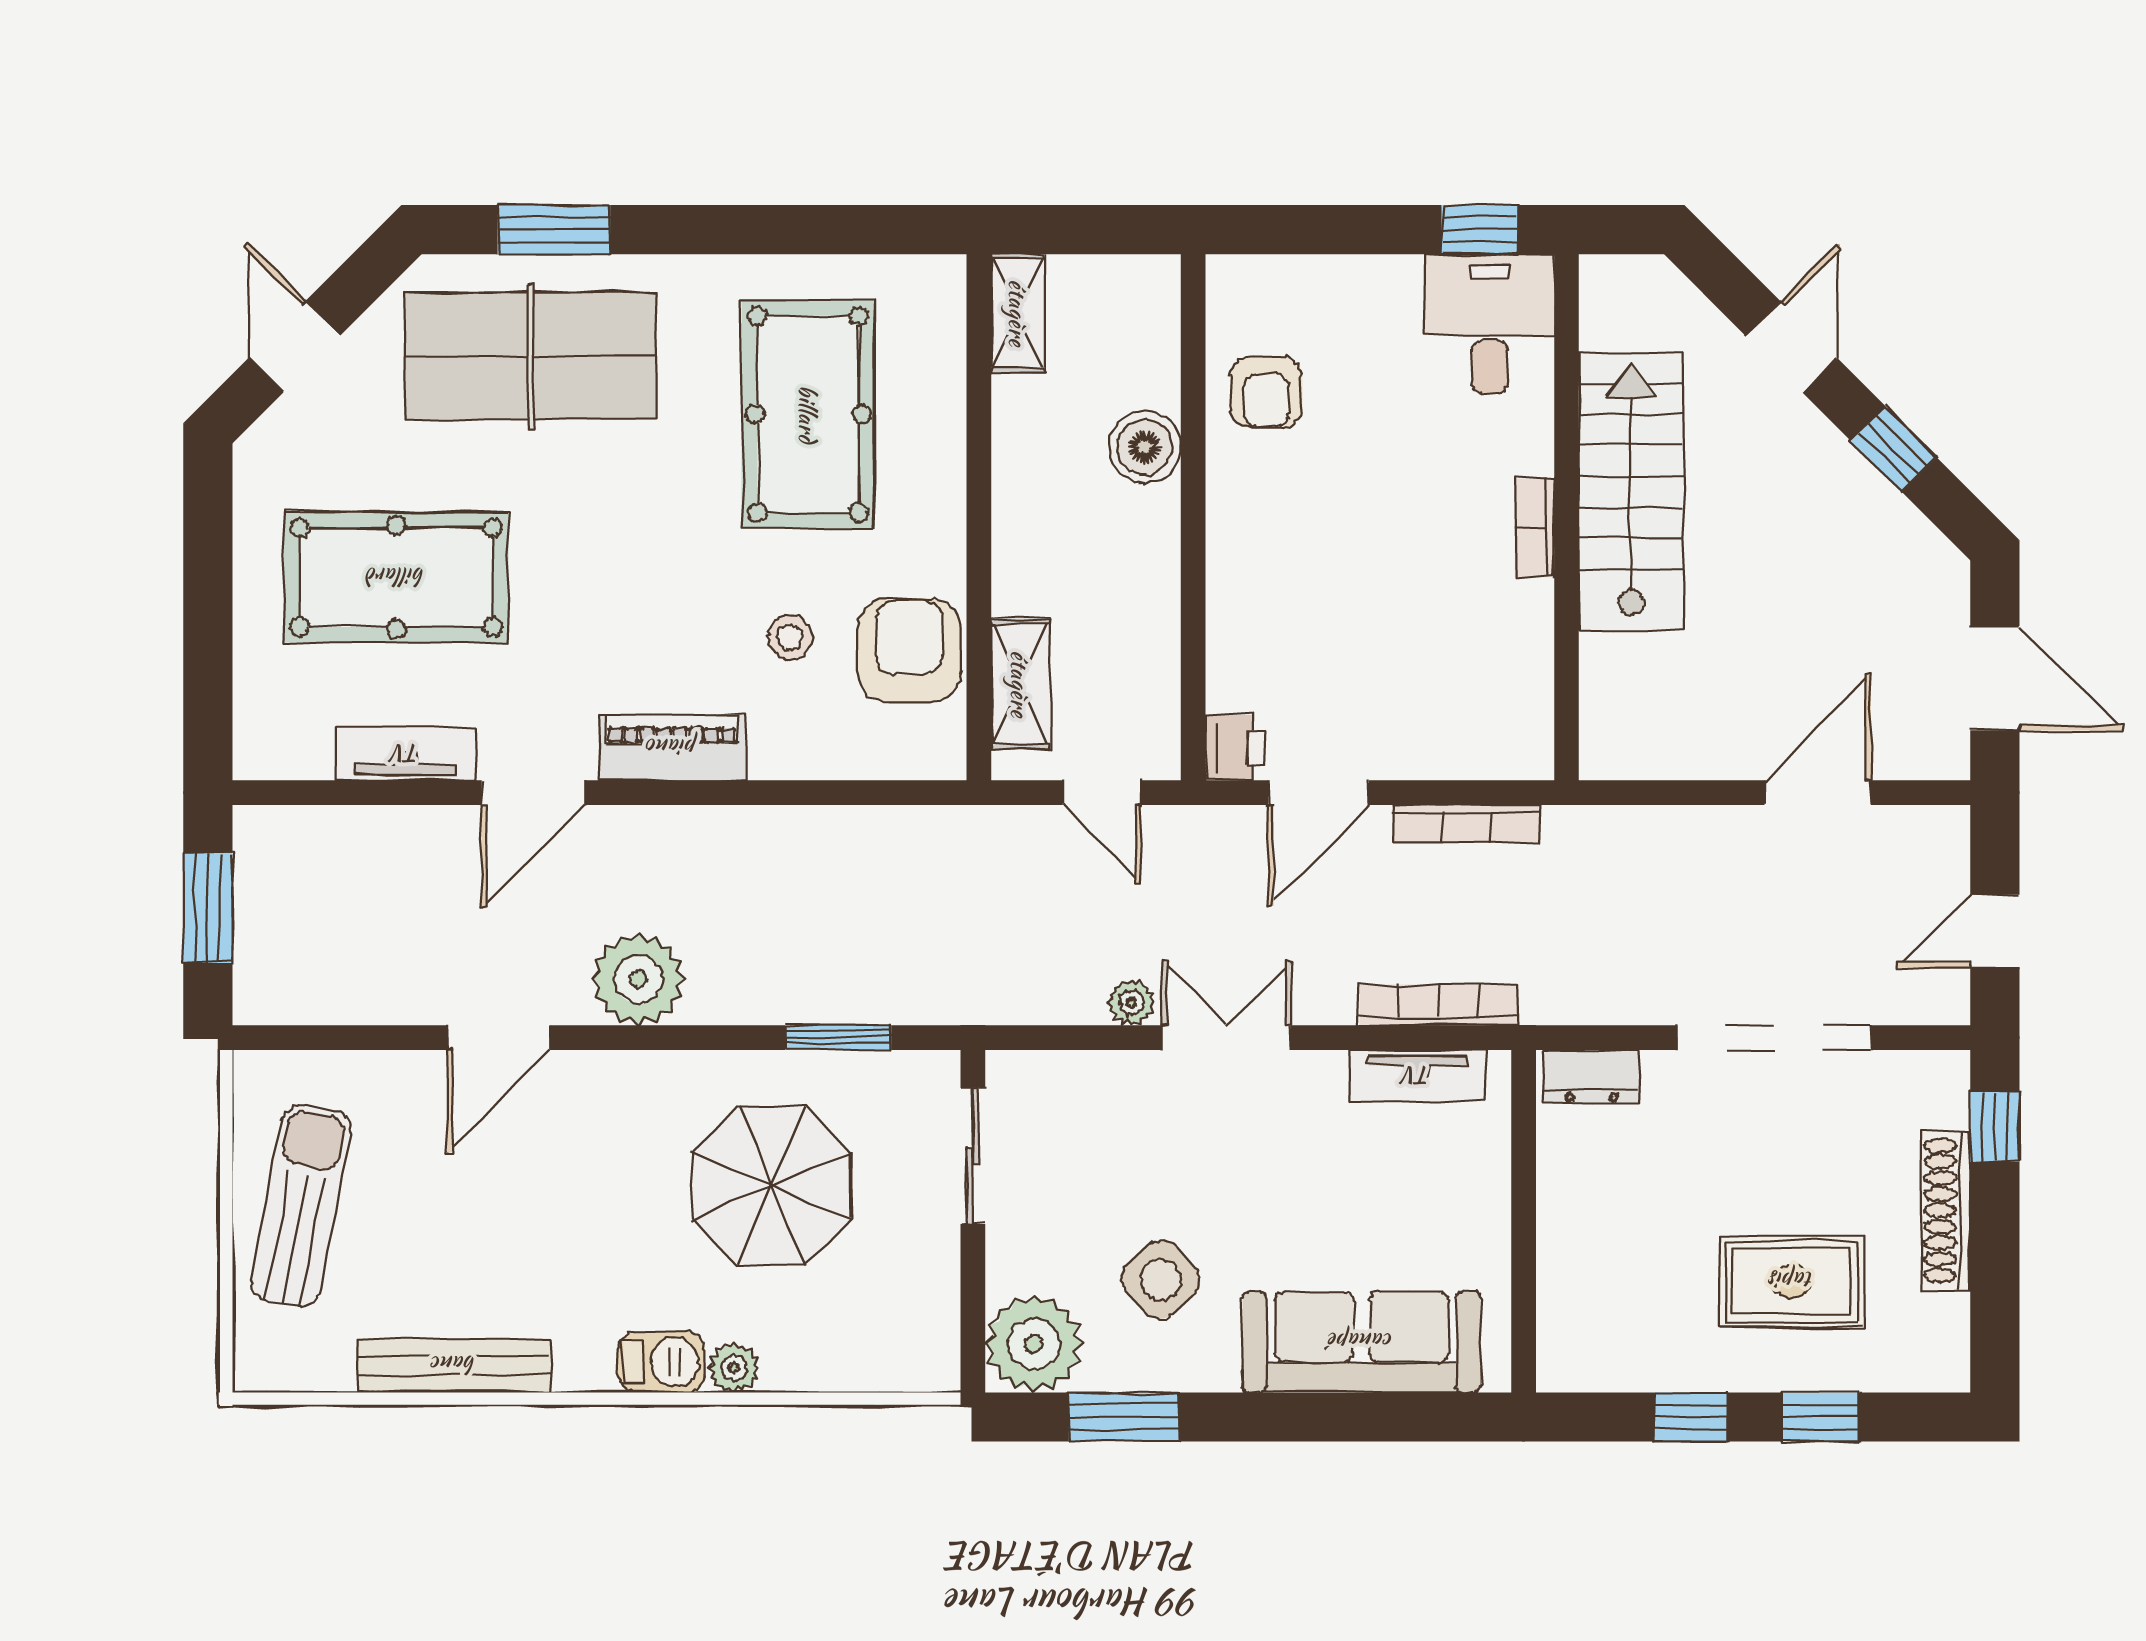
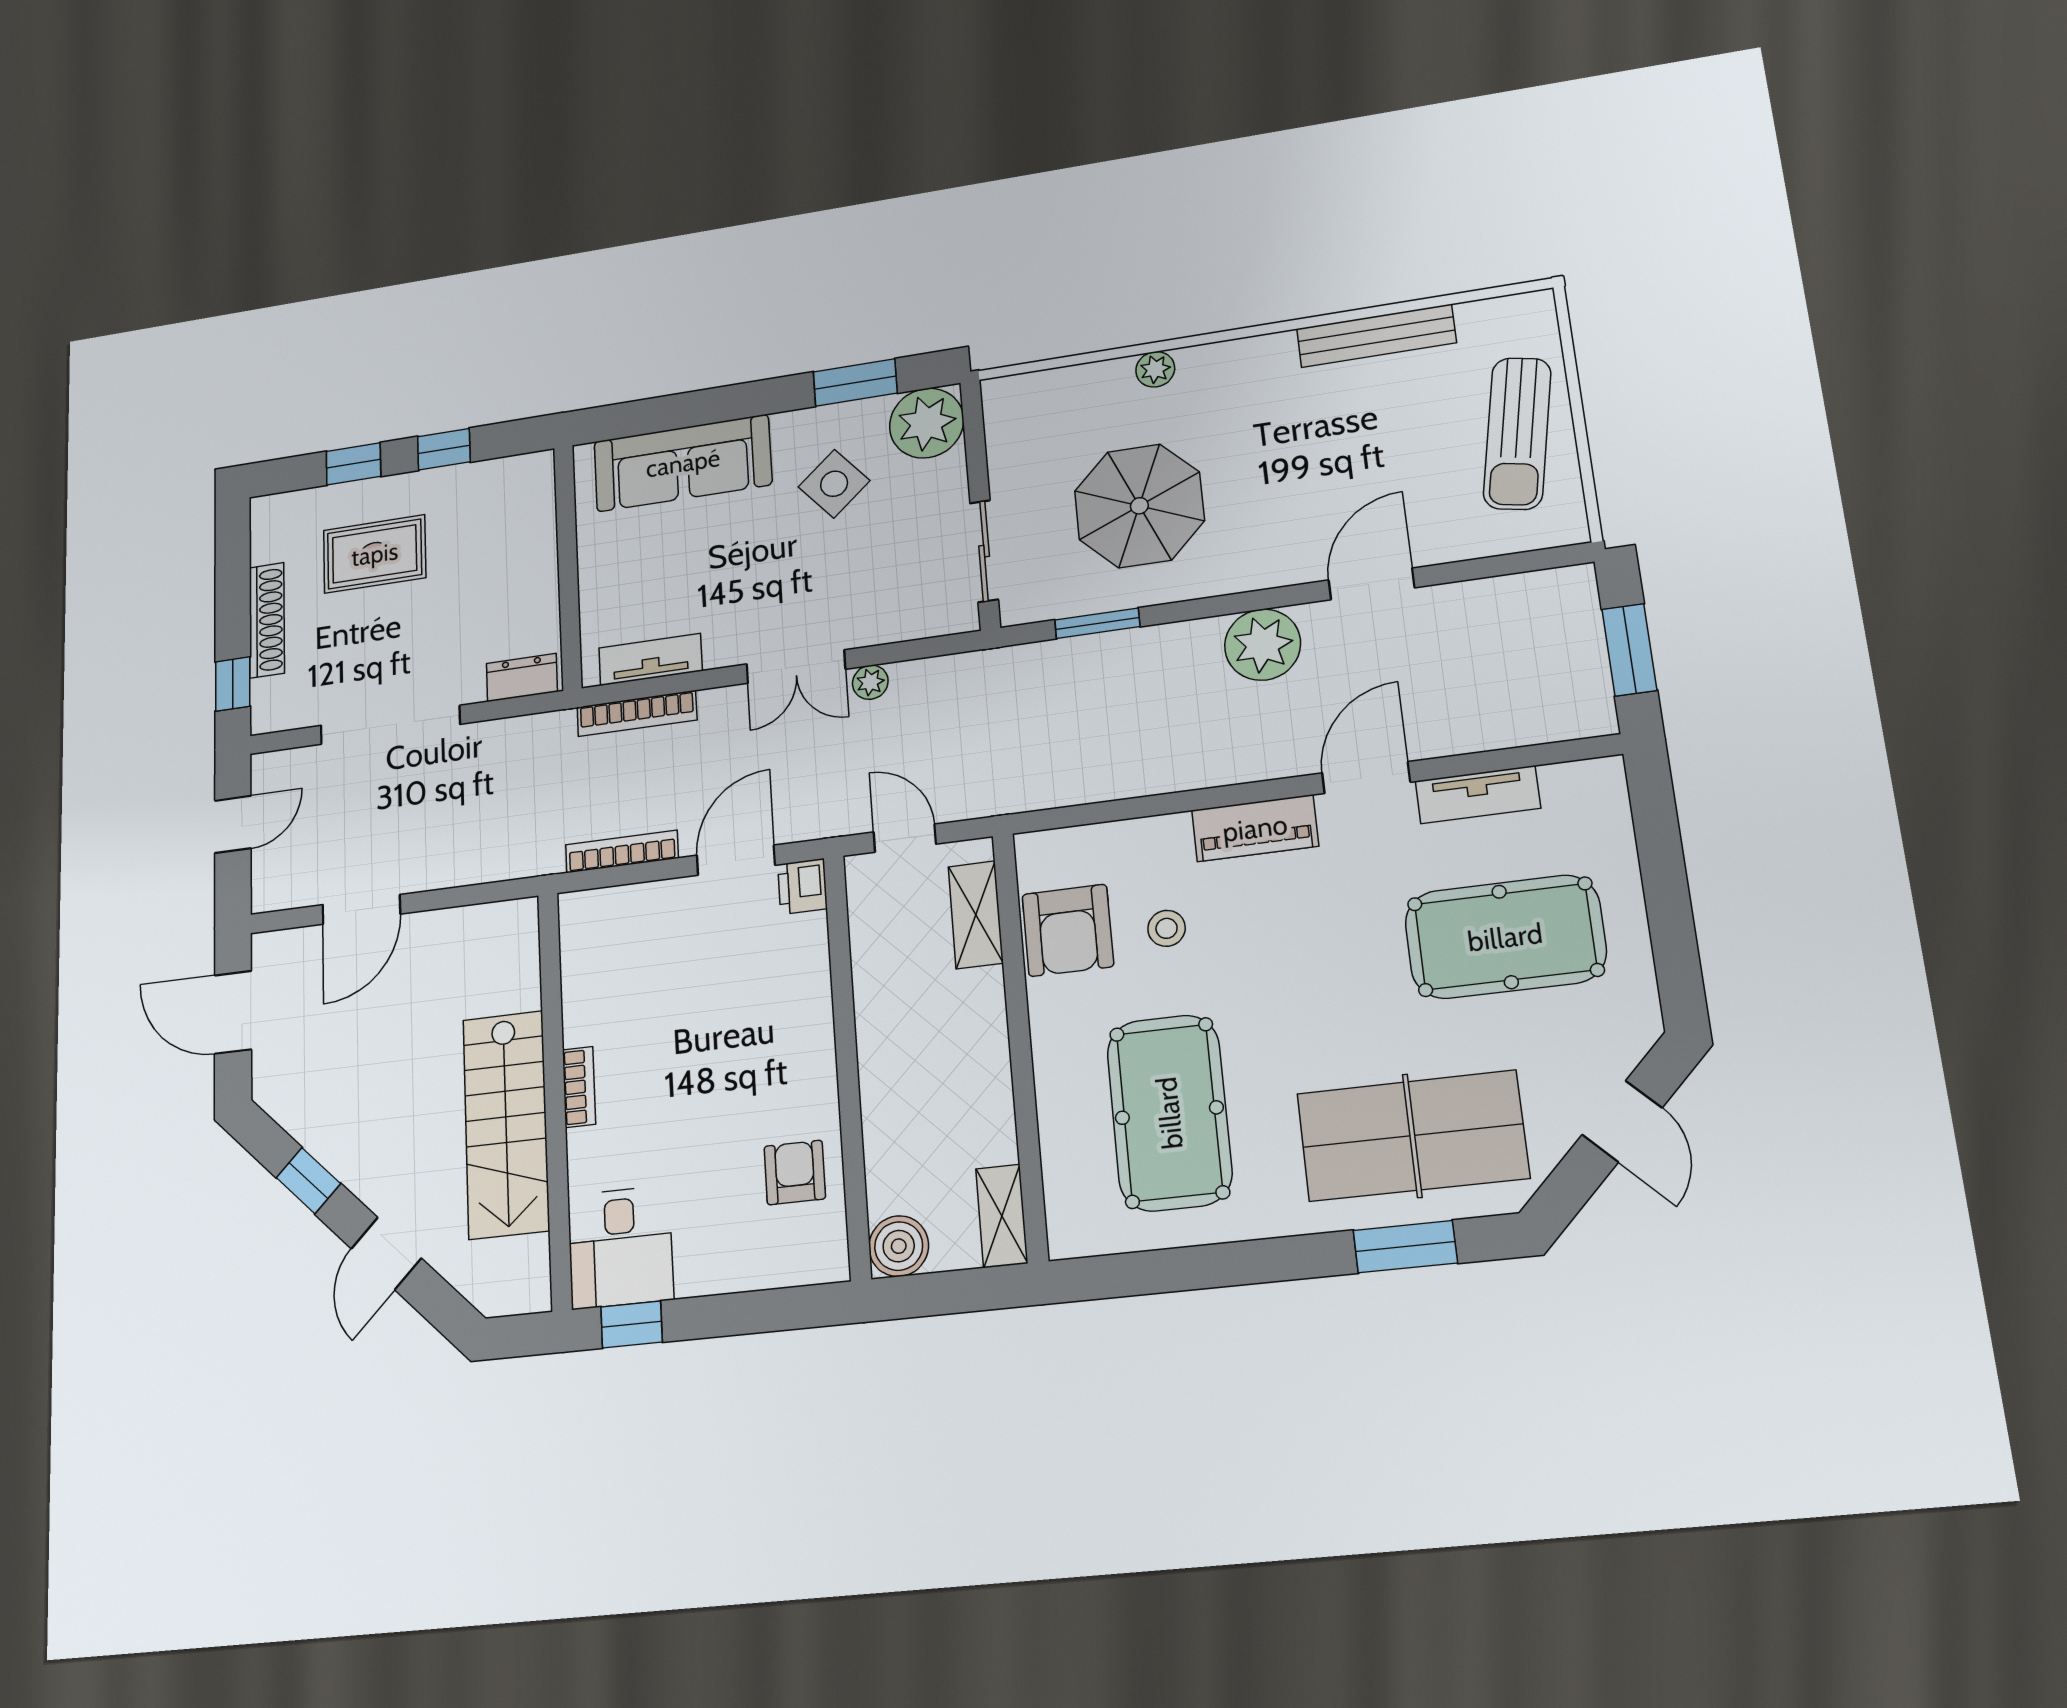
boiler: (1145, 447) -> (899, 1246), moved
barbecue: (661, 1362) -> (1213, 365), removed

